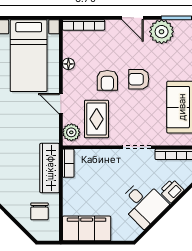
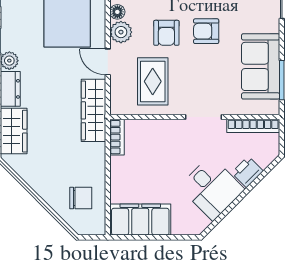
plant: (71, 132) -> (121, 32), moved
wardrobe: (50, 168) -> (94, 110), moved
chair: (39, 211) -> (81, 198), turned -90

